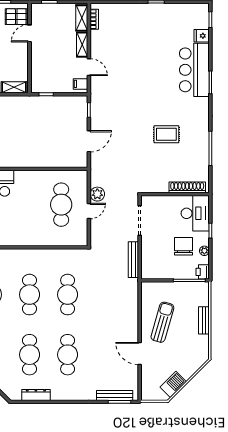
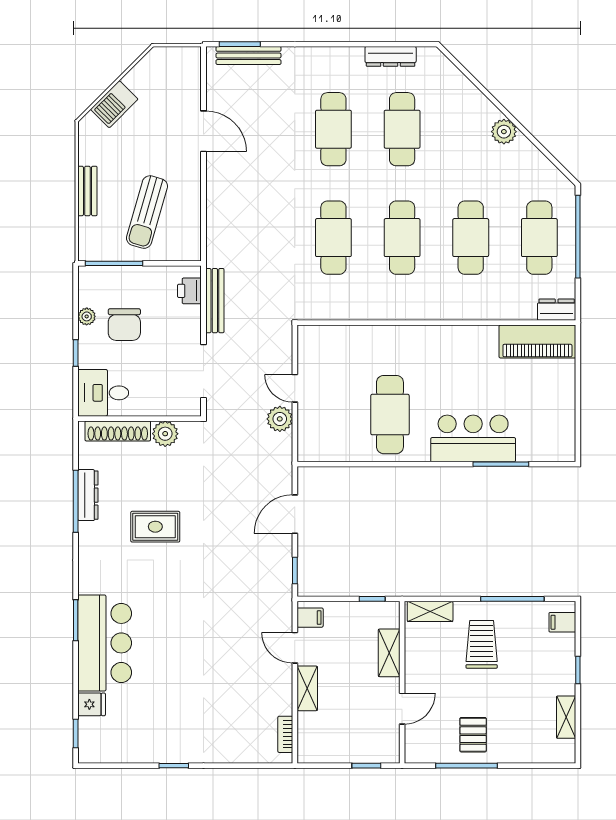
pallet: (16, 17) -> (426, 739), removed
shelving: (82, 18) -> (389, 653), moved
dresser: (204, 152) -> (88, 495), added
plant: (161, 186) -> (165, 434), added
cafe table: (61, 205) -> (390, 415), moved
door: (89, 211) -> (295, 388), hinge flipped
desk: (195, 213) -> (103, 393), width x0.73
printer: (203, 272) -> (189, 291), moved, turned 180
sun lounger: (162, 322) -> (147, 212), moved
barbecue: (173, 384) -> (114, 104), moved

